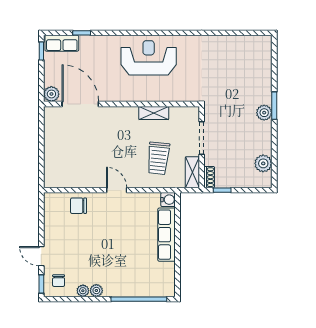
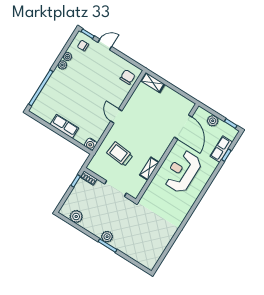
row of seats: (62, 43) -> (221, 149), moved
reception desk: (149, 58) -> (182, 172), moved, turned 180
plant: (51, 94) -> (213, 121), moved
door: (80, 104) -> (183, 127), hinge flipped
shelving: (192, 172) -> (153, 82), moved
door: (117, 190) -> (116, 116), swing flipped
chair: (79, 206) -> (127, 77), moved
row of seats: (167, 235) -> (64, 126), width x0.68

